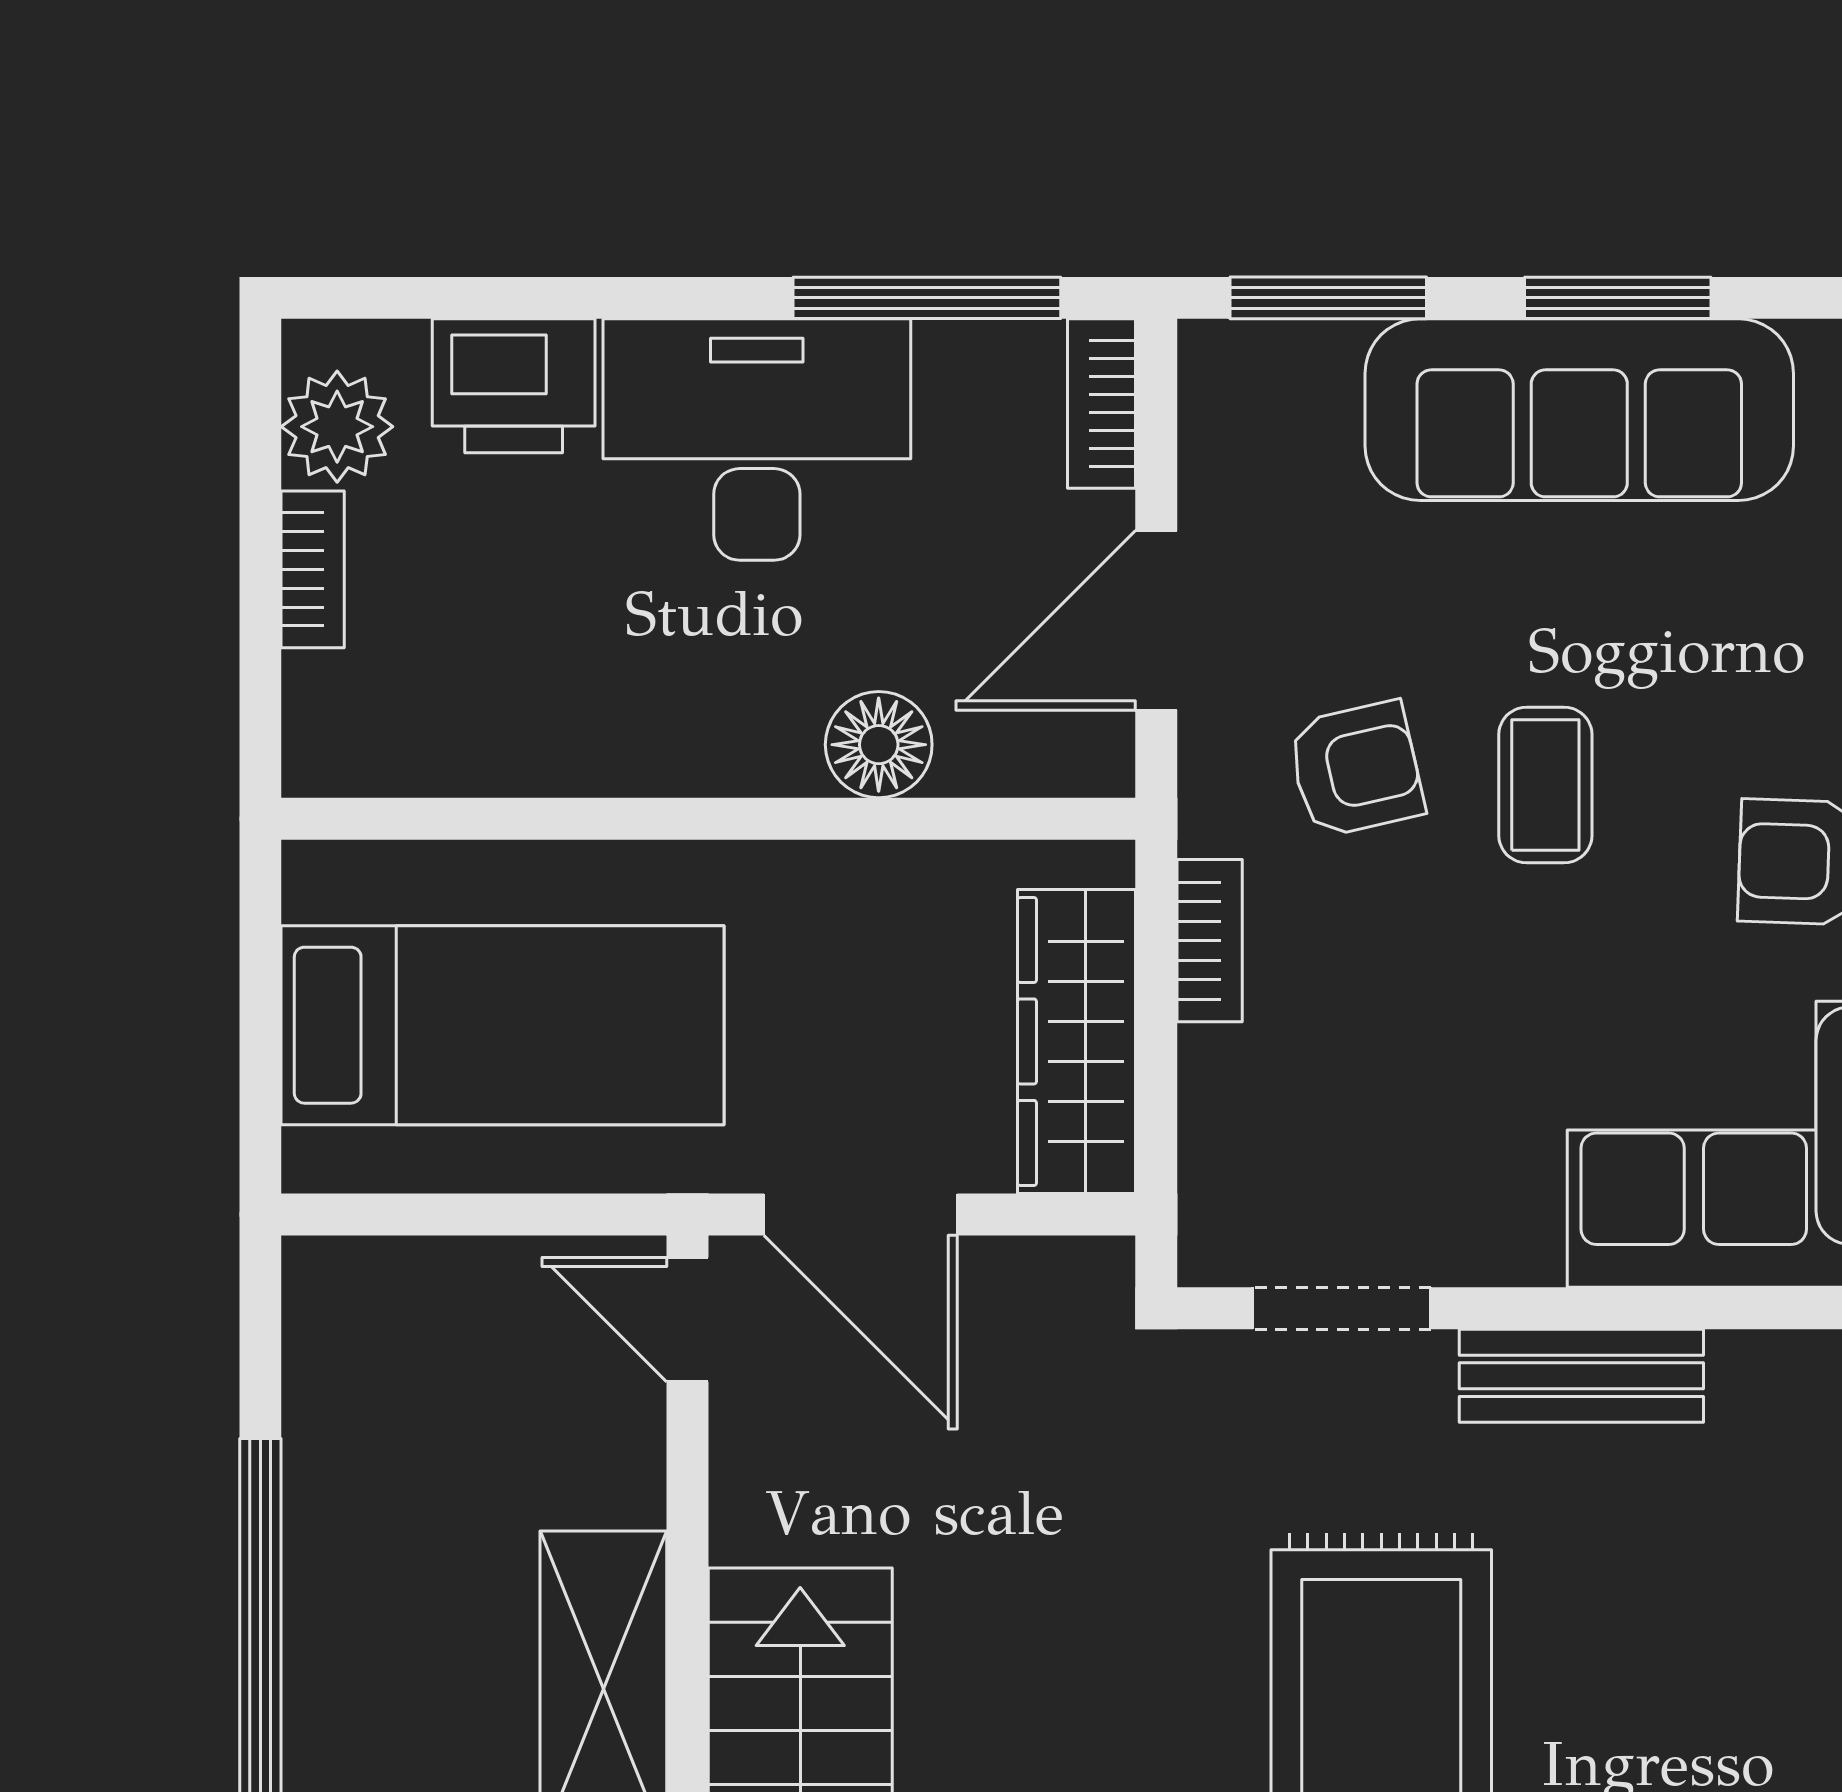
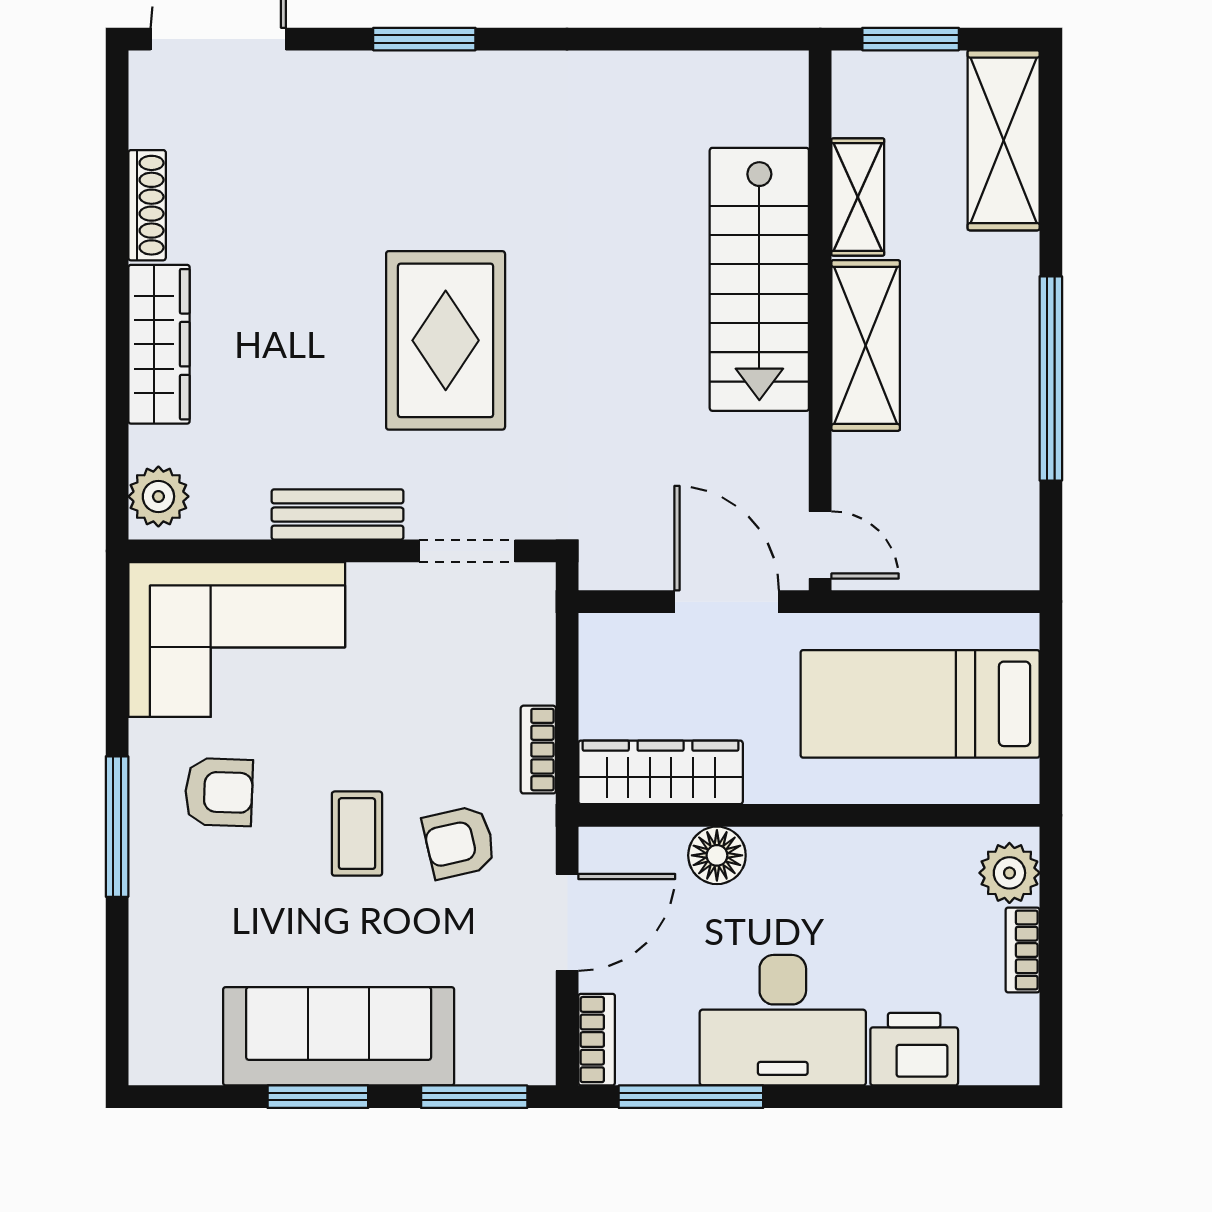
plant: (337, 427) -> (1009, 873), moved
wardrobe: (1077, 1041) -> (661, 772), moved, turned -90

